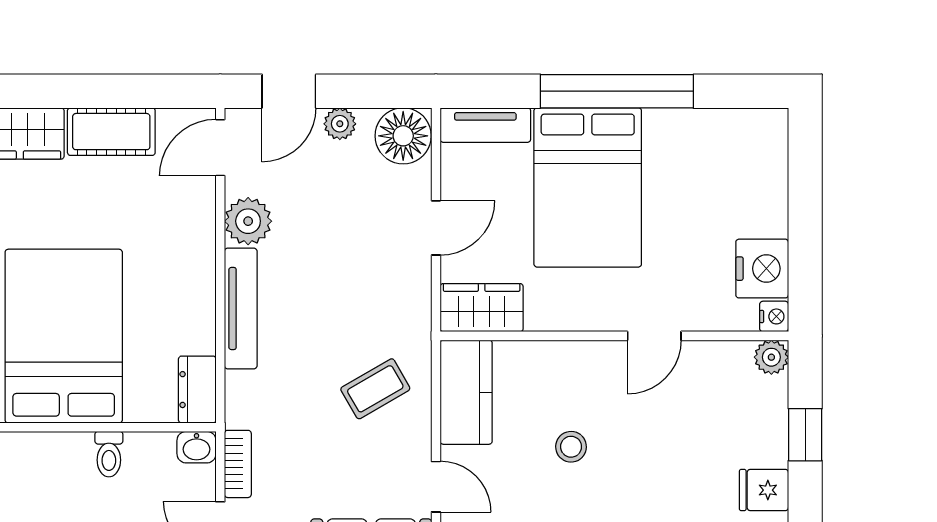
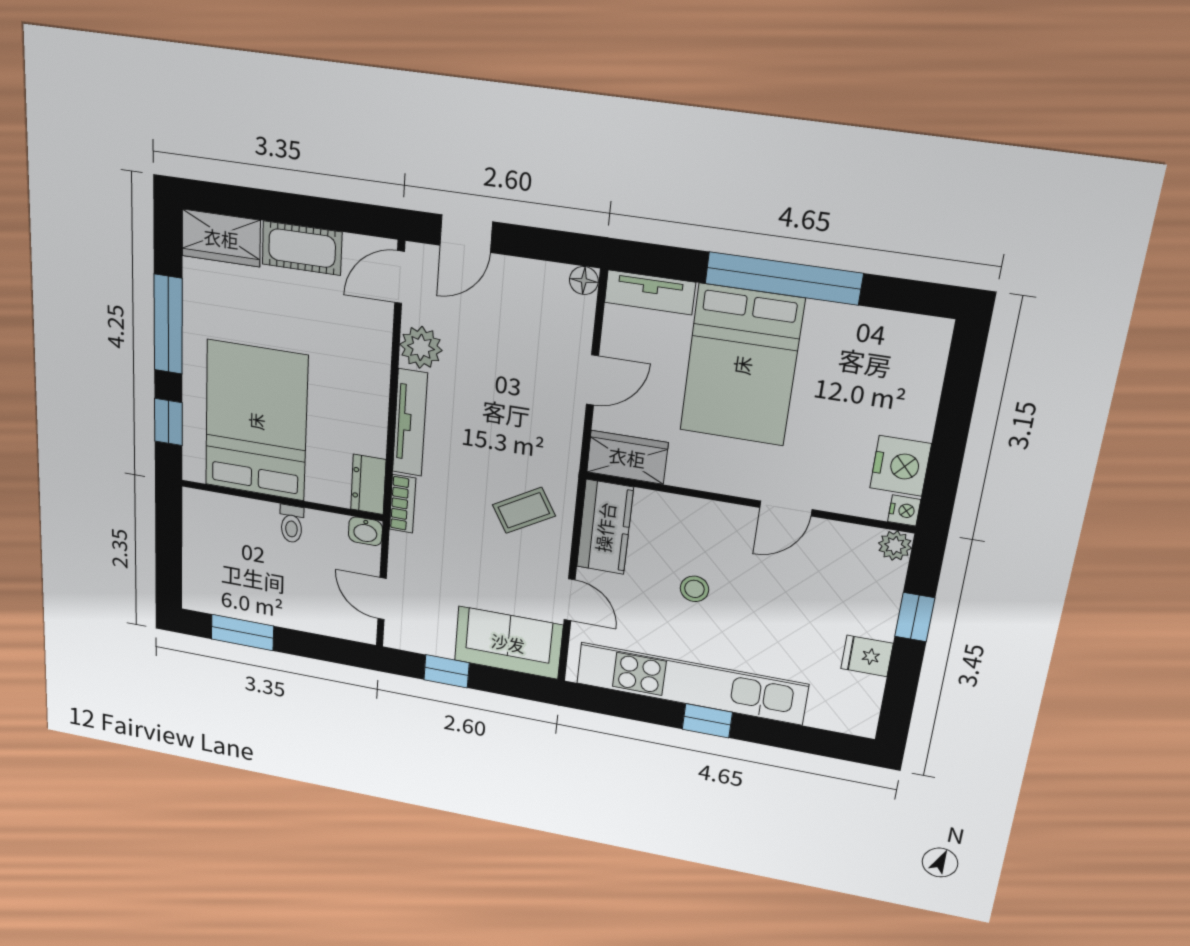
plant: (340, 124) -> (511, 271), removed
floor lamp: (403, 136) -> (584, 281), width x0.53, depth x0.53
bookcase: (238, 464) -> (402, 504), moved

